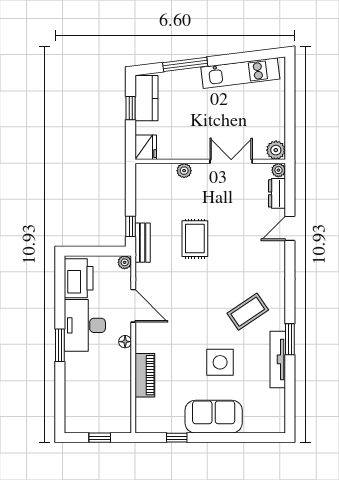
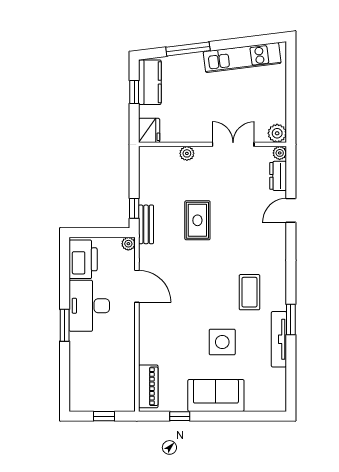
coffee table: (248, 312) -> (249, 292), turned -56
floor lamp: (125, 342) -> (129, 322), removed
piano: (145, 375) -> (148, 386), moved

